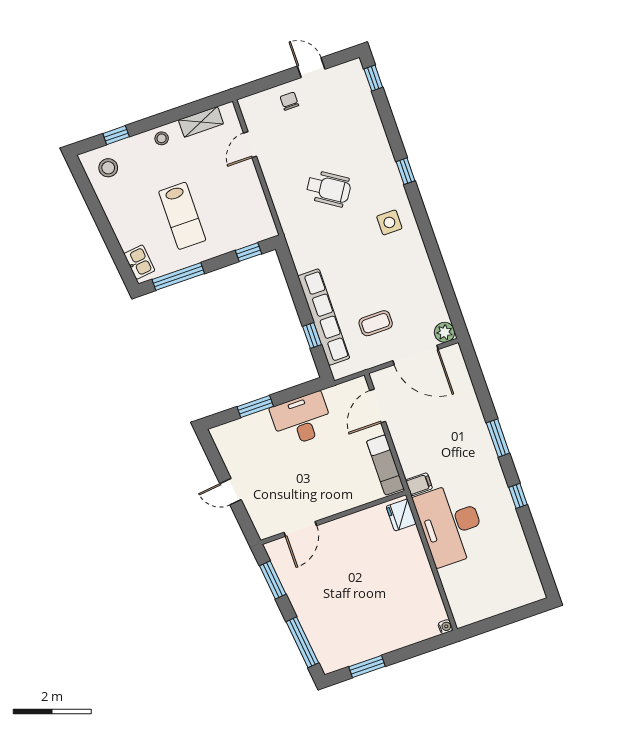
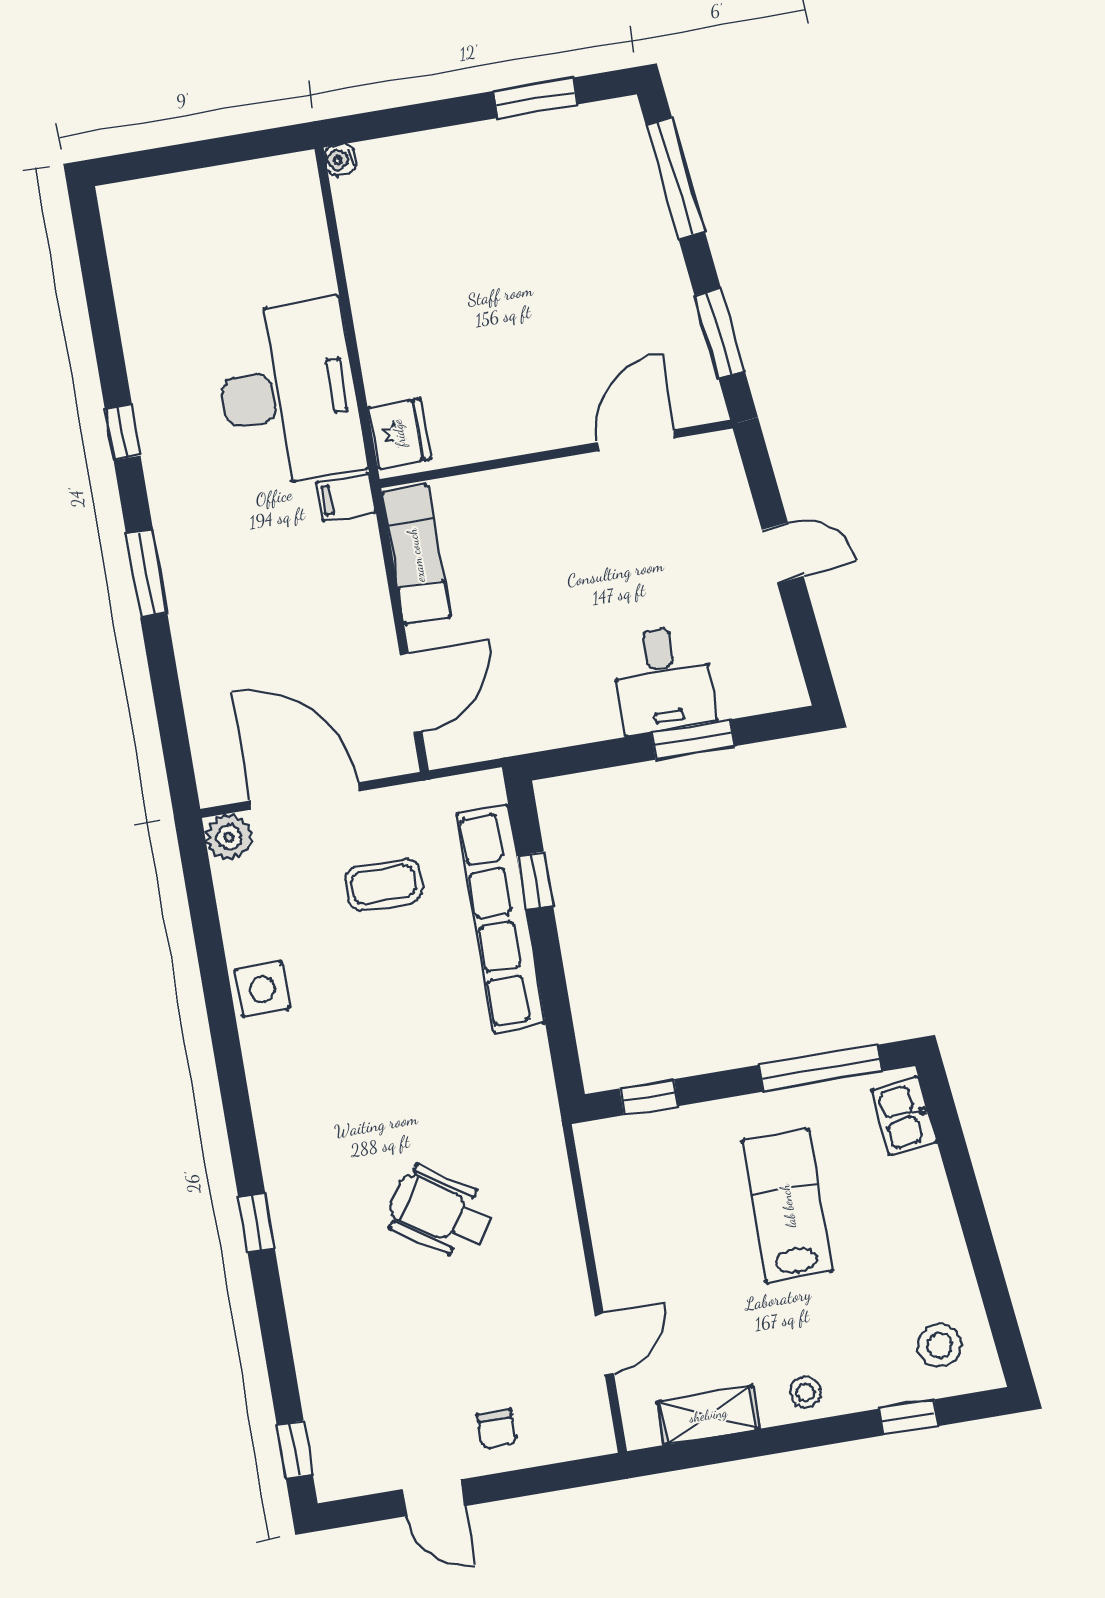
side table: (389, 222) -> (262, 989), moved
desk: (302, 419) -> (663, 679), moved, width x0.73

